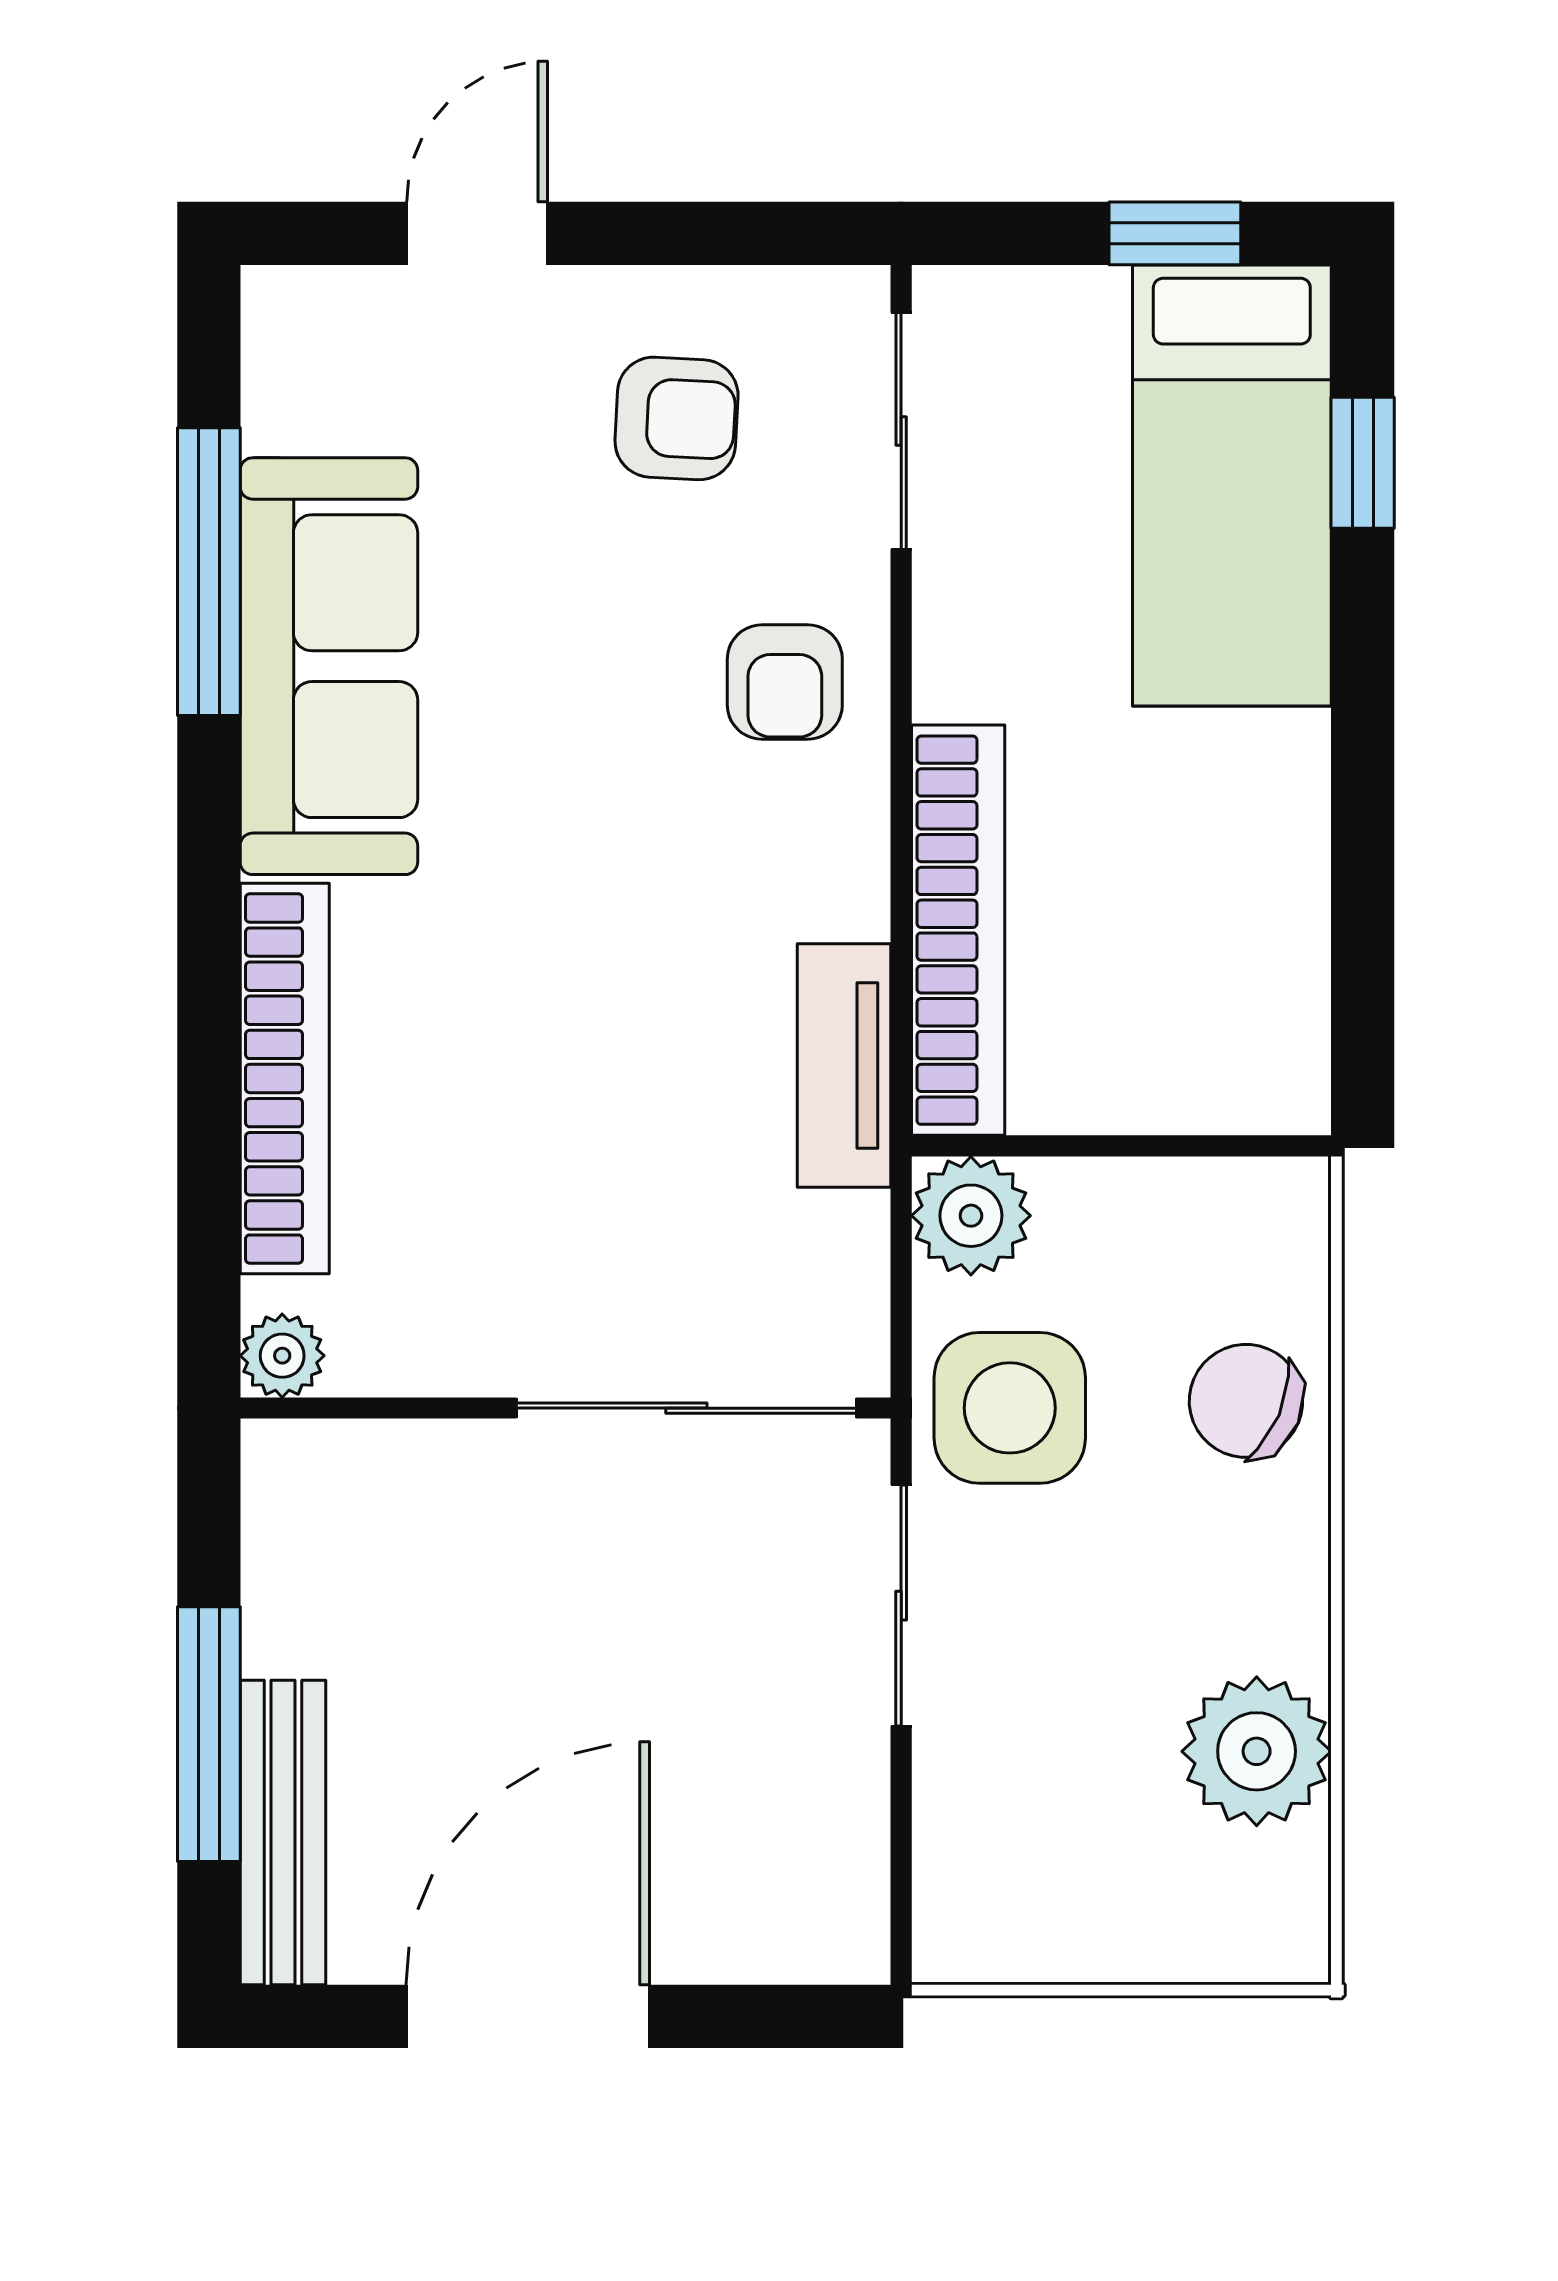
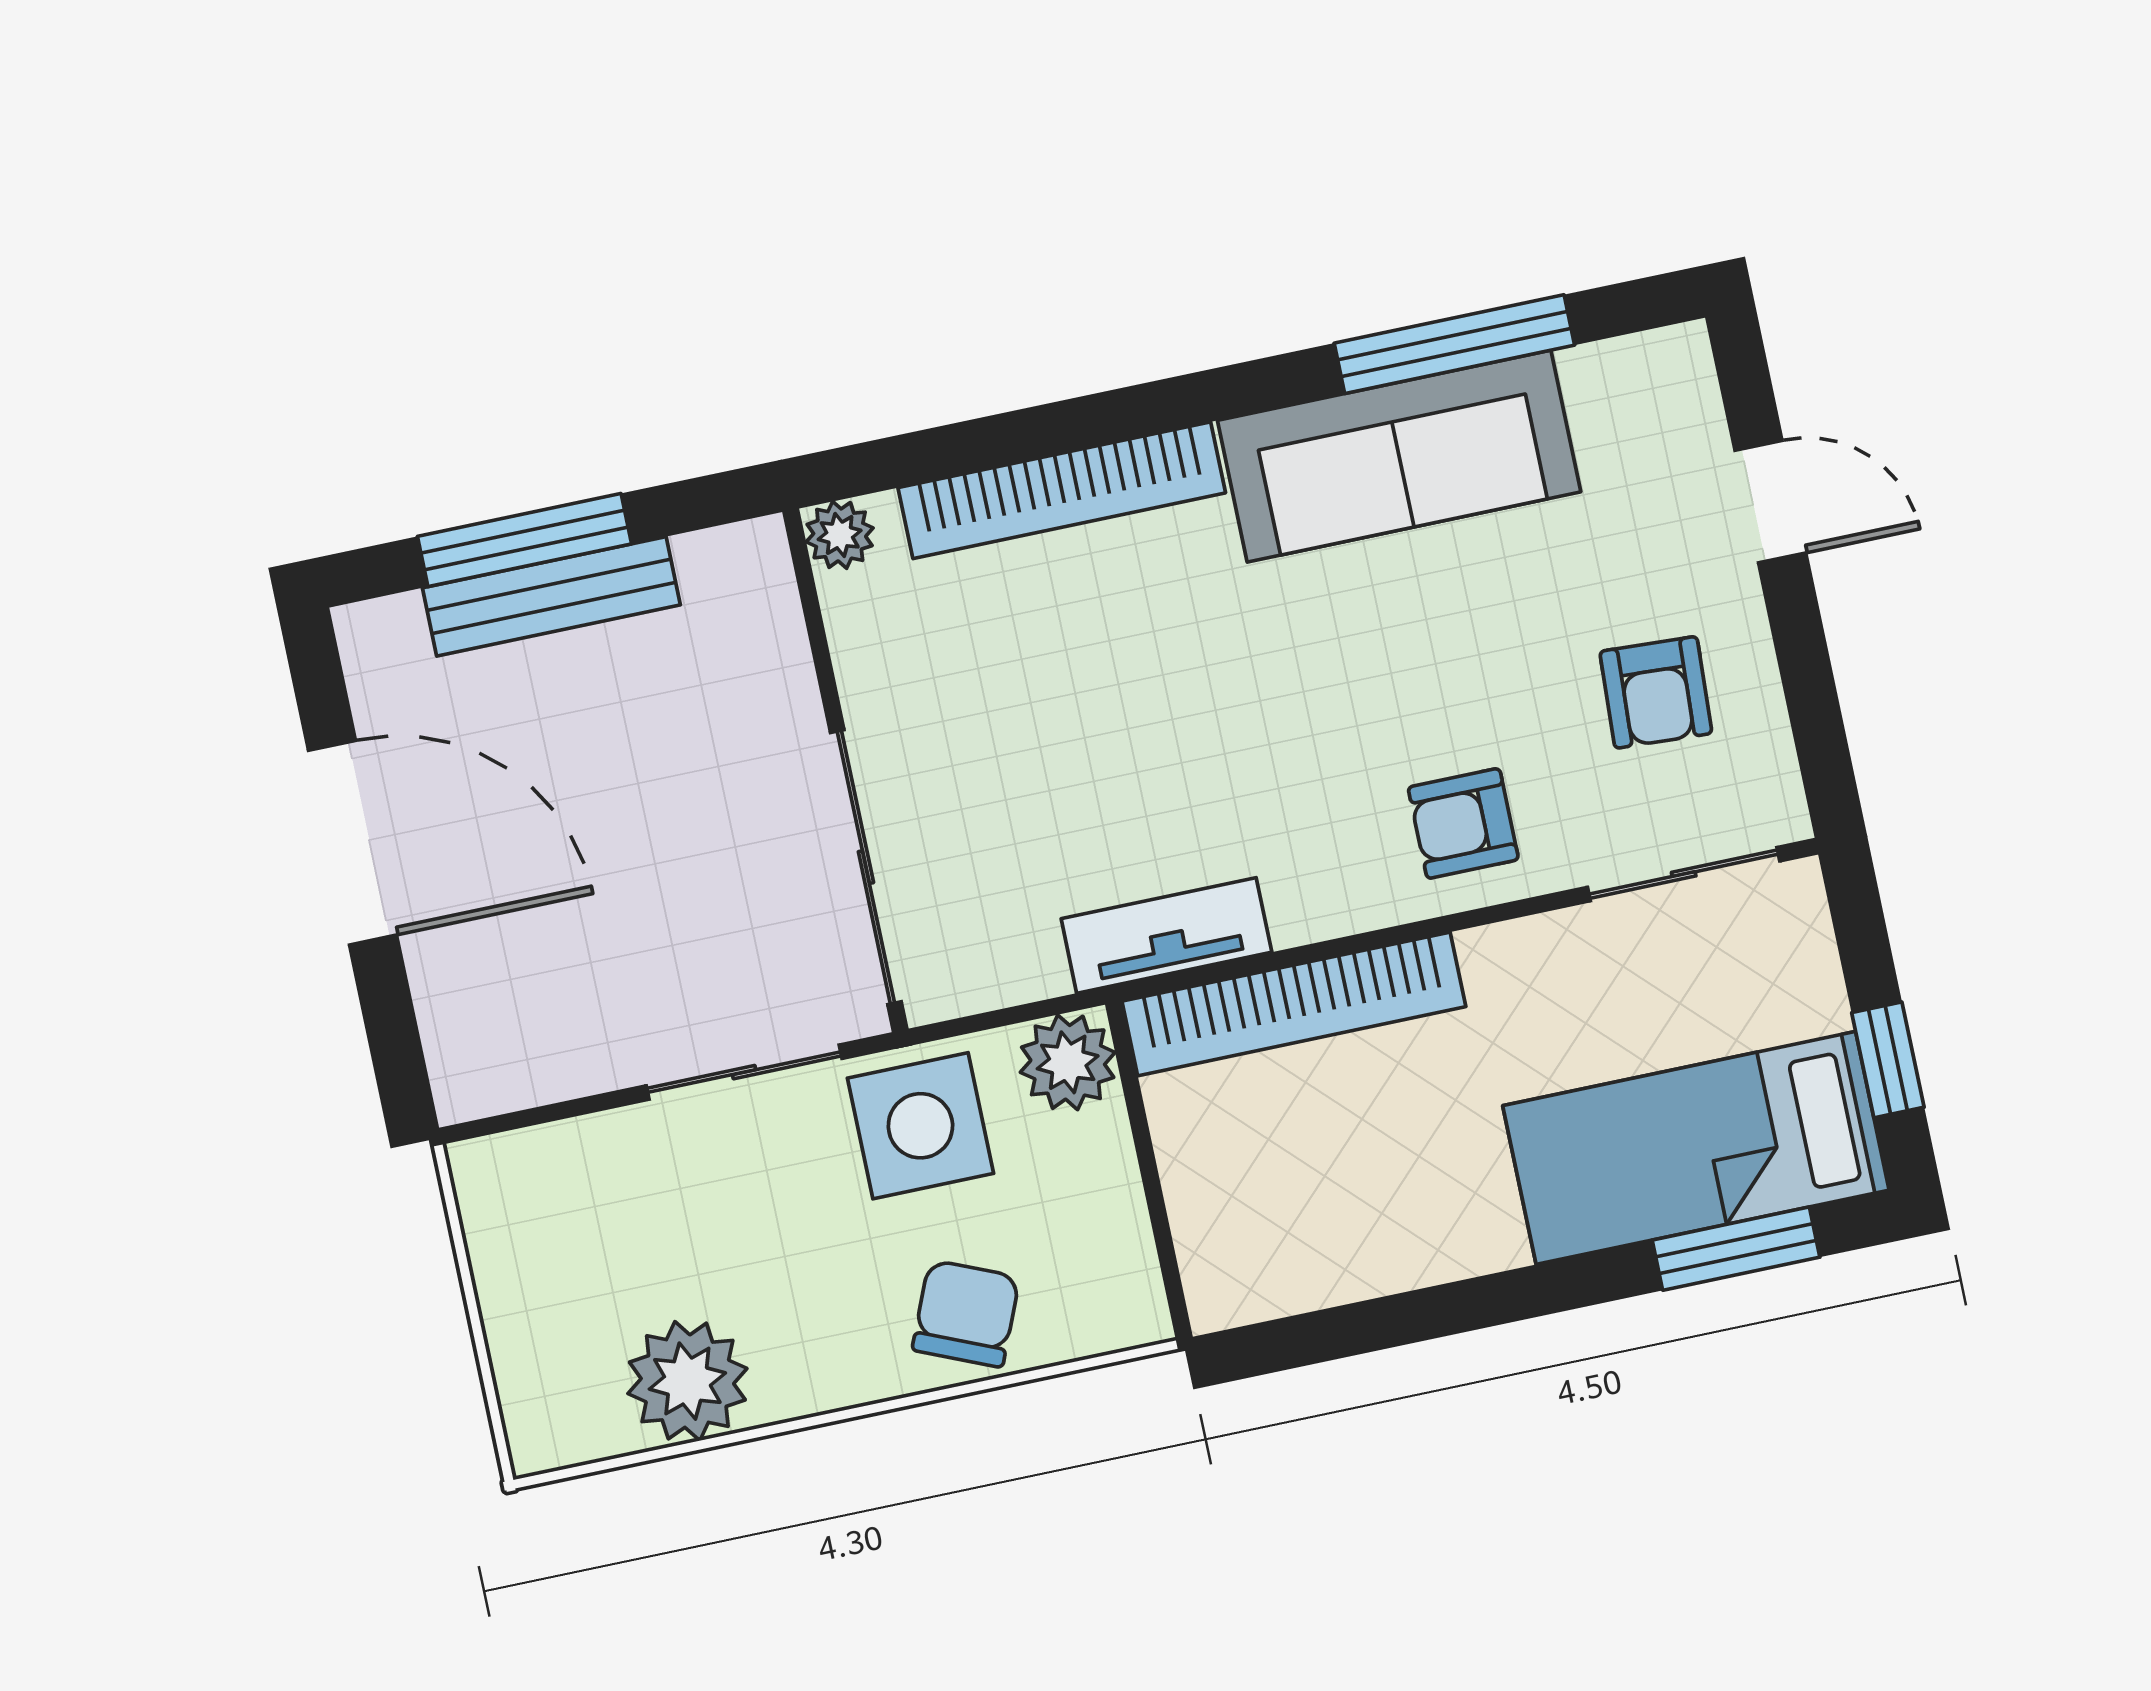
window: (1363, 463) -> (1736, 1249), width x1.50
bench: (283, 1832) -> (551, 596), moved

